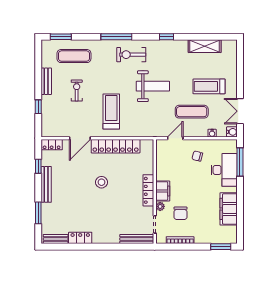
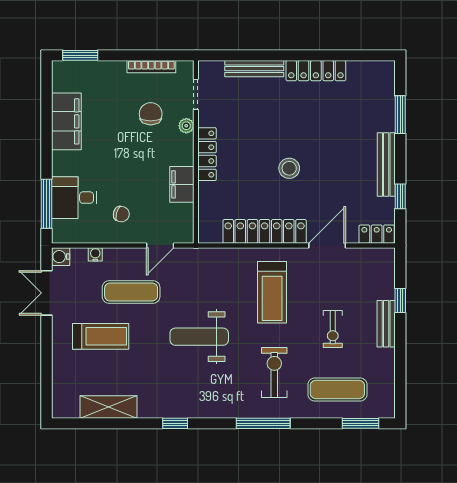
exercise bike: (131, 55) -> (274, 372), moved, turned -90
bench: (46, 81) -> (386, 324), moved
double door: (240, 111) -> (46, 293), swing flipped
desk: (224, 170) -> (74, 198), width x0.73
filing cabinet: (163, 191) -> (182, 184), moved
locker: (80, 238) -> (316, 71), width x1.53
bench: (56, 239) -> (370, 69), removed
bench: (137, 239) -> (254, 69), moved

